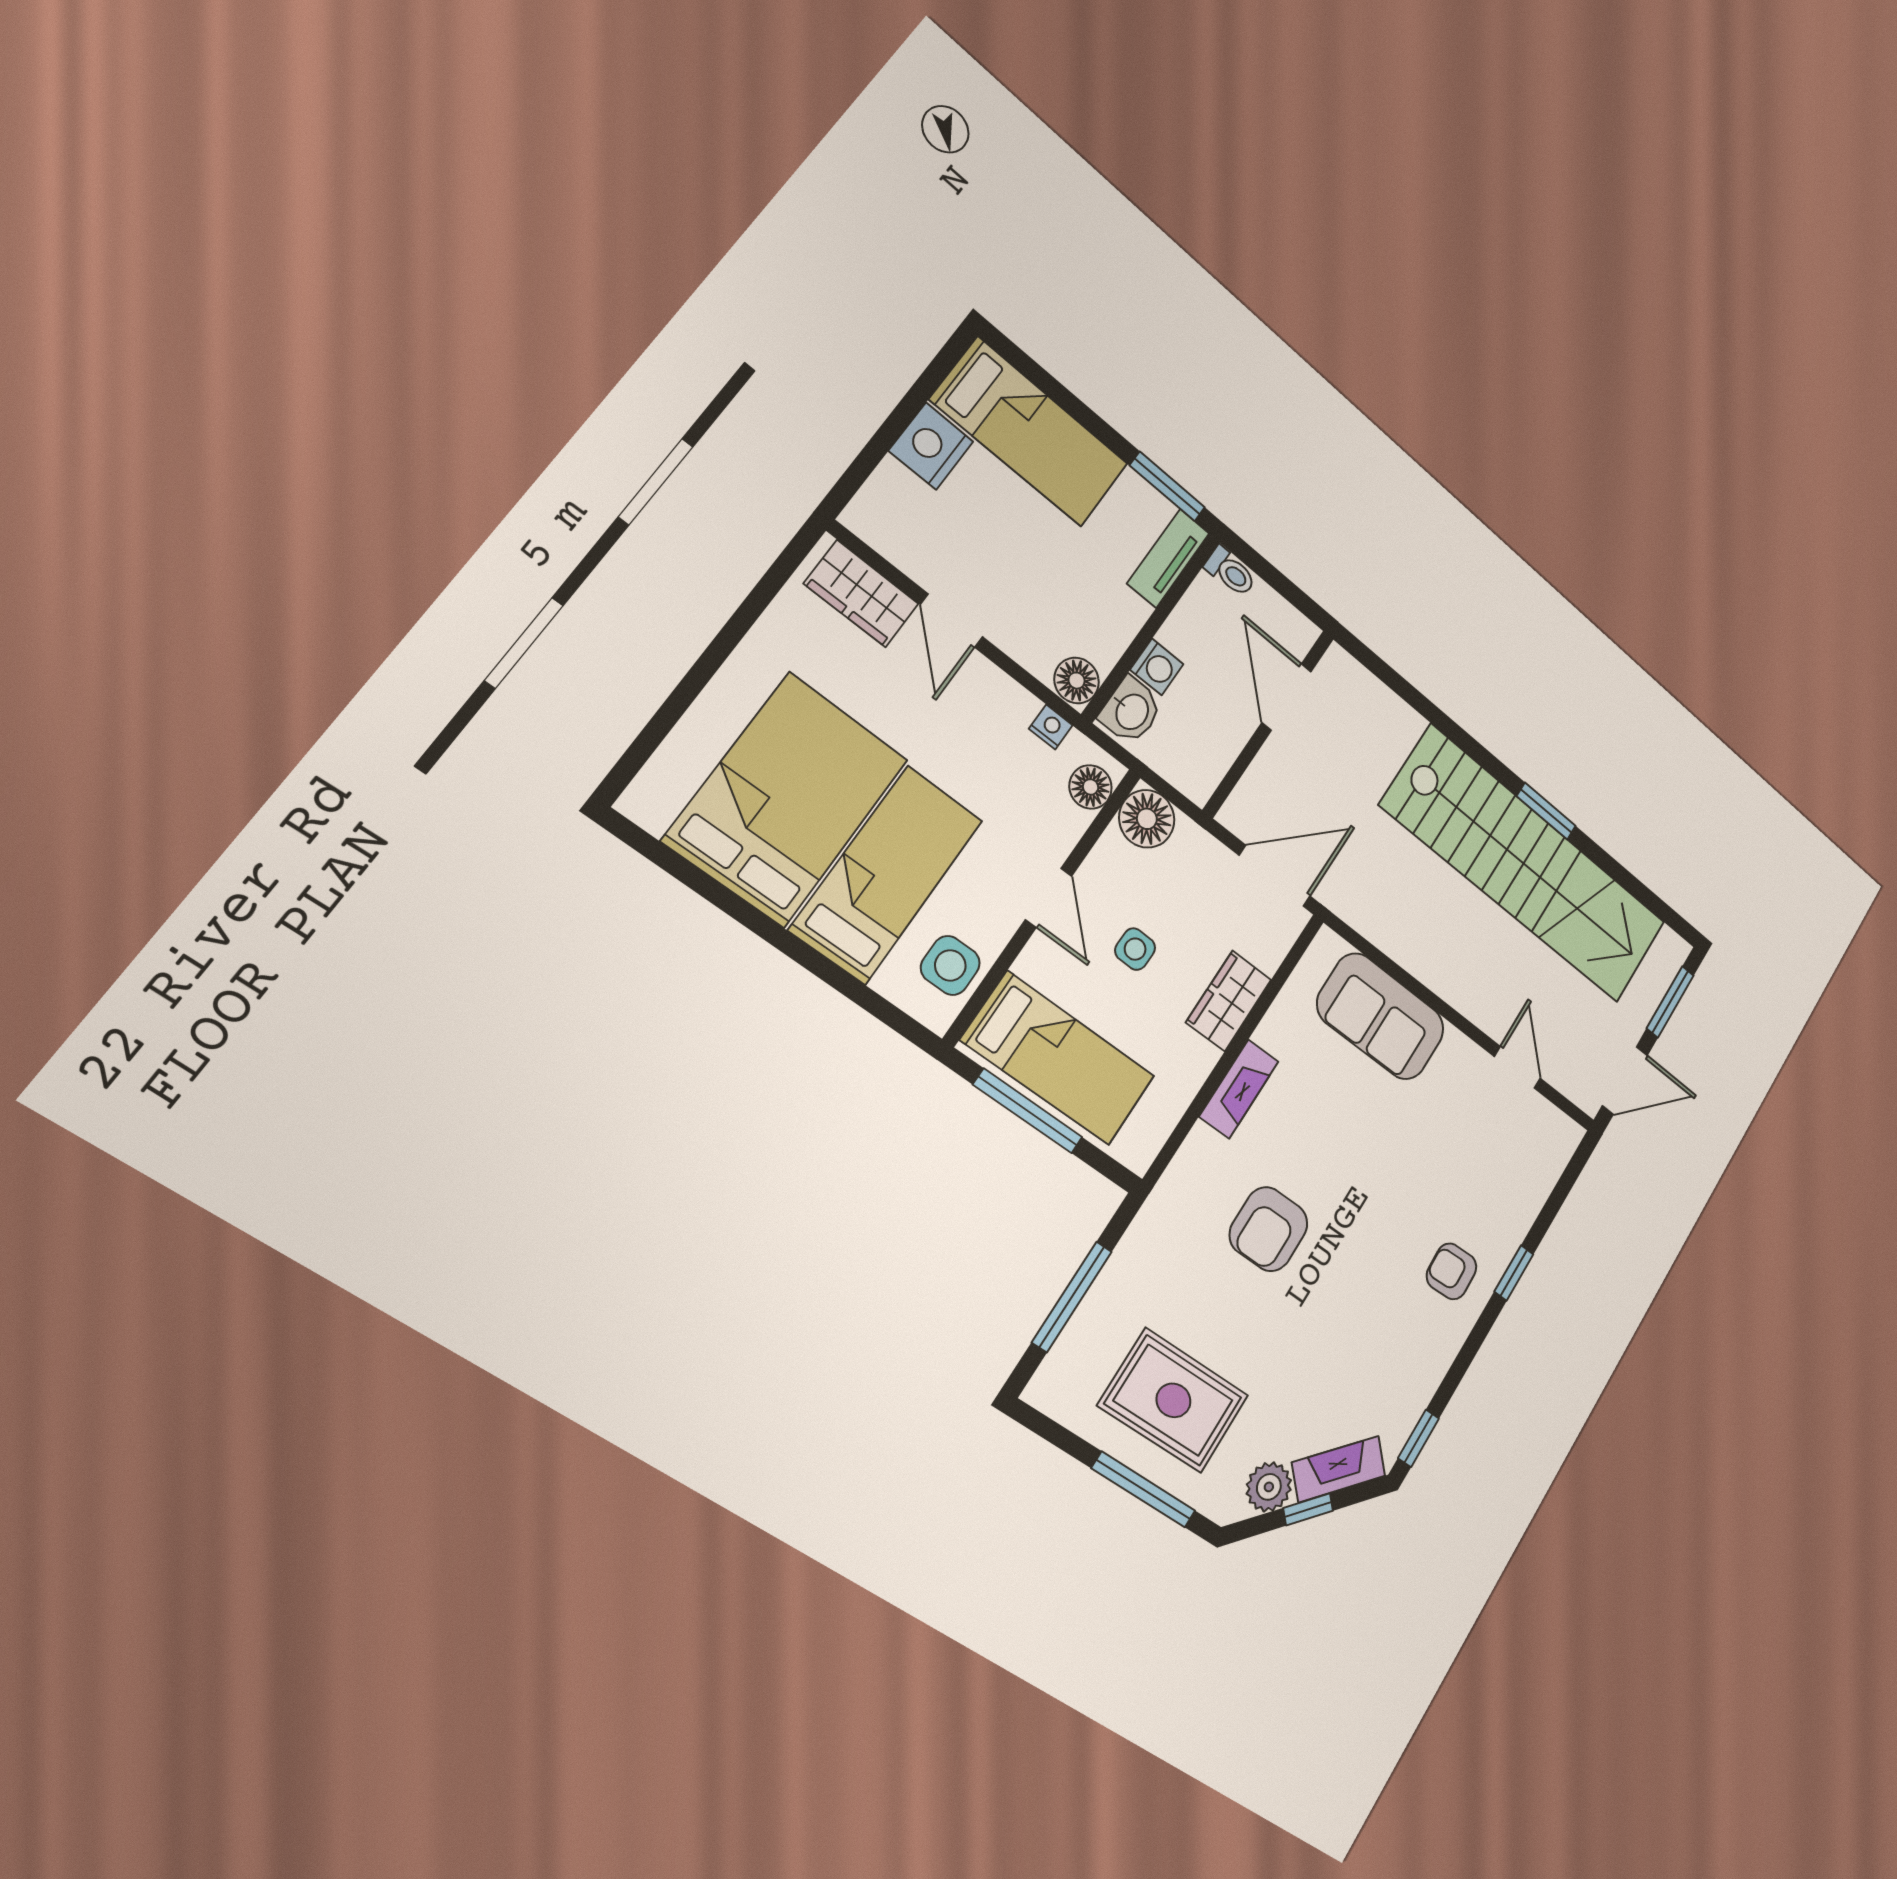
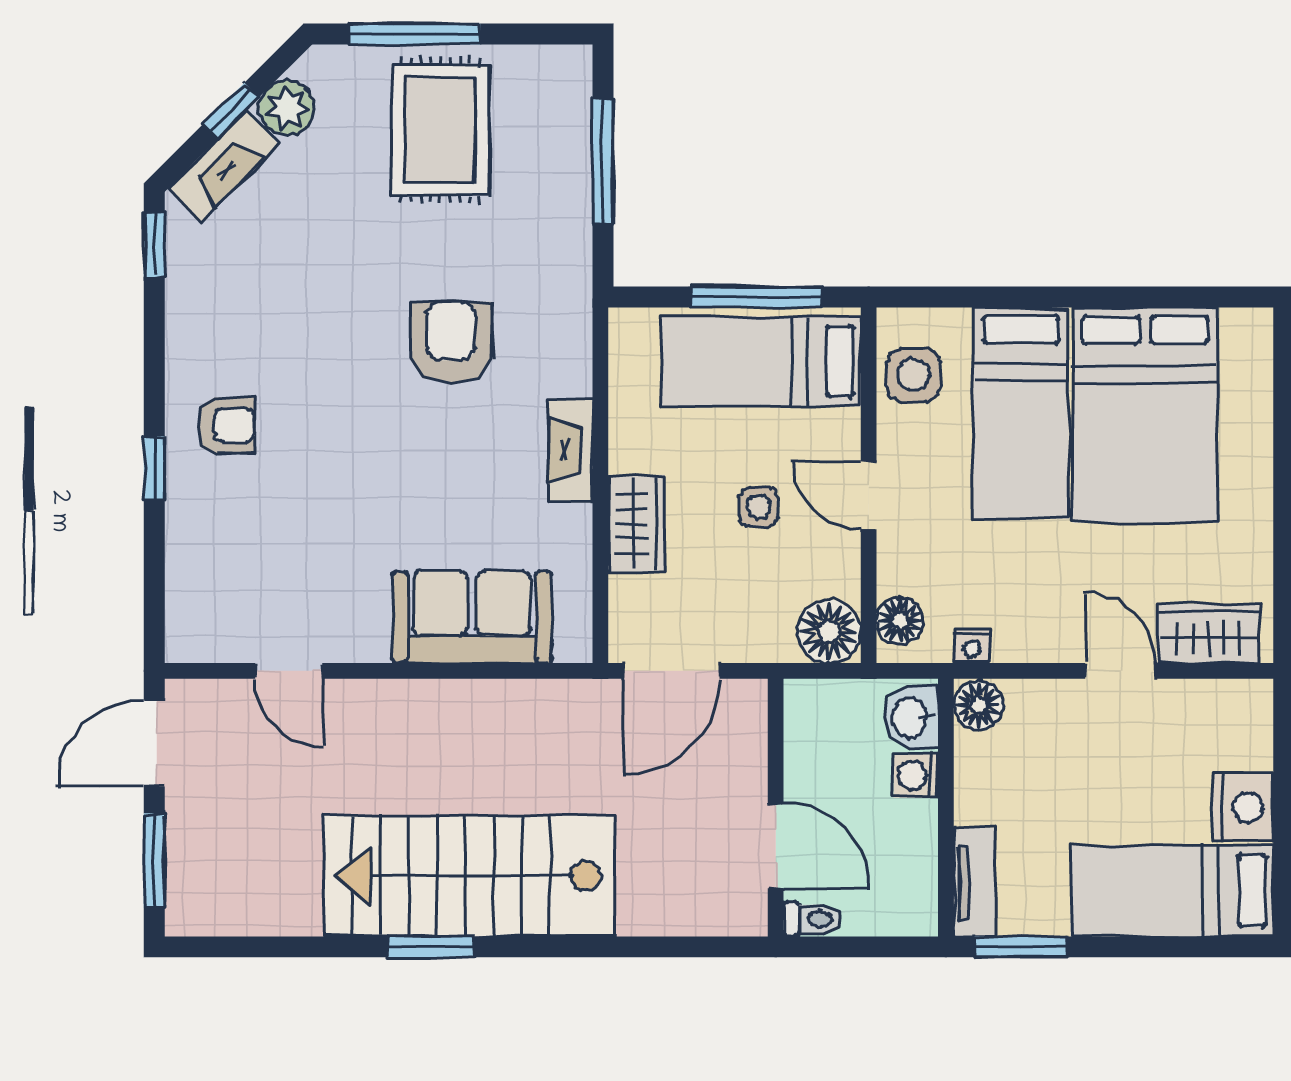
toilet: (1230, 572) -> (812, 919), moved, turned 180
stairs: (1526, 865) -> (469, 876), width x0.73
rug: (1173, 1400) -> (440, 130), turned 90

